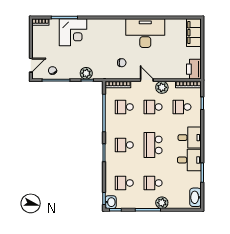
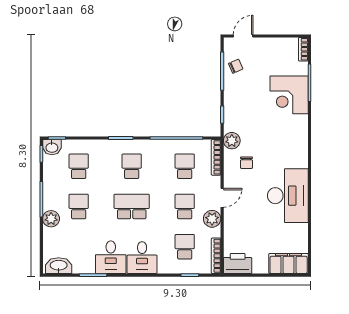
door: (31, 65) -> (243, 36), swing flipped
plant: (86, 73) -> (232, 141), moved

